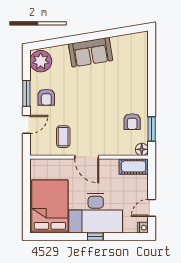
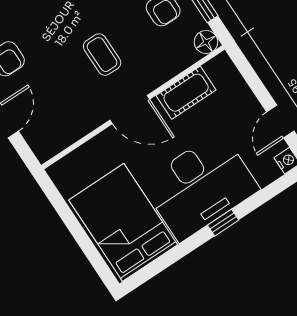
coffee table: (63, 137) -> (102, 55), moved
cot: (134, 166) -> (186, 93), moved

